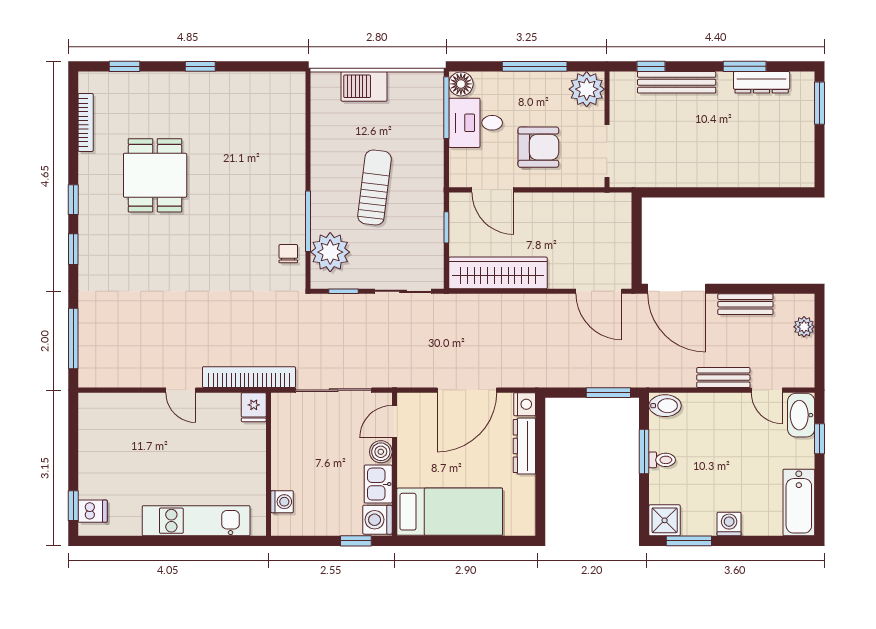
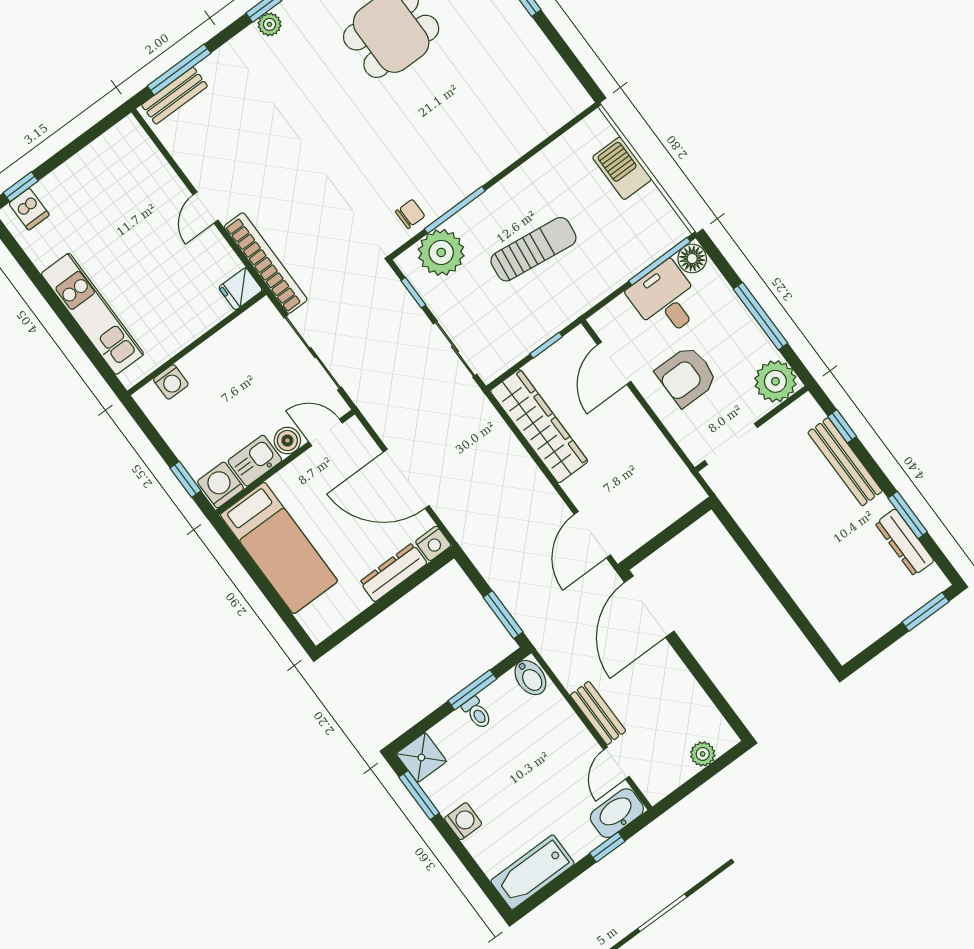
armchair: (538, 147) -> (687, 376), turned 90
plant: (88, 254) -> (269, 24), added
bench: (745, 304) -> (175, 96), moved, turned 90

